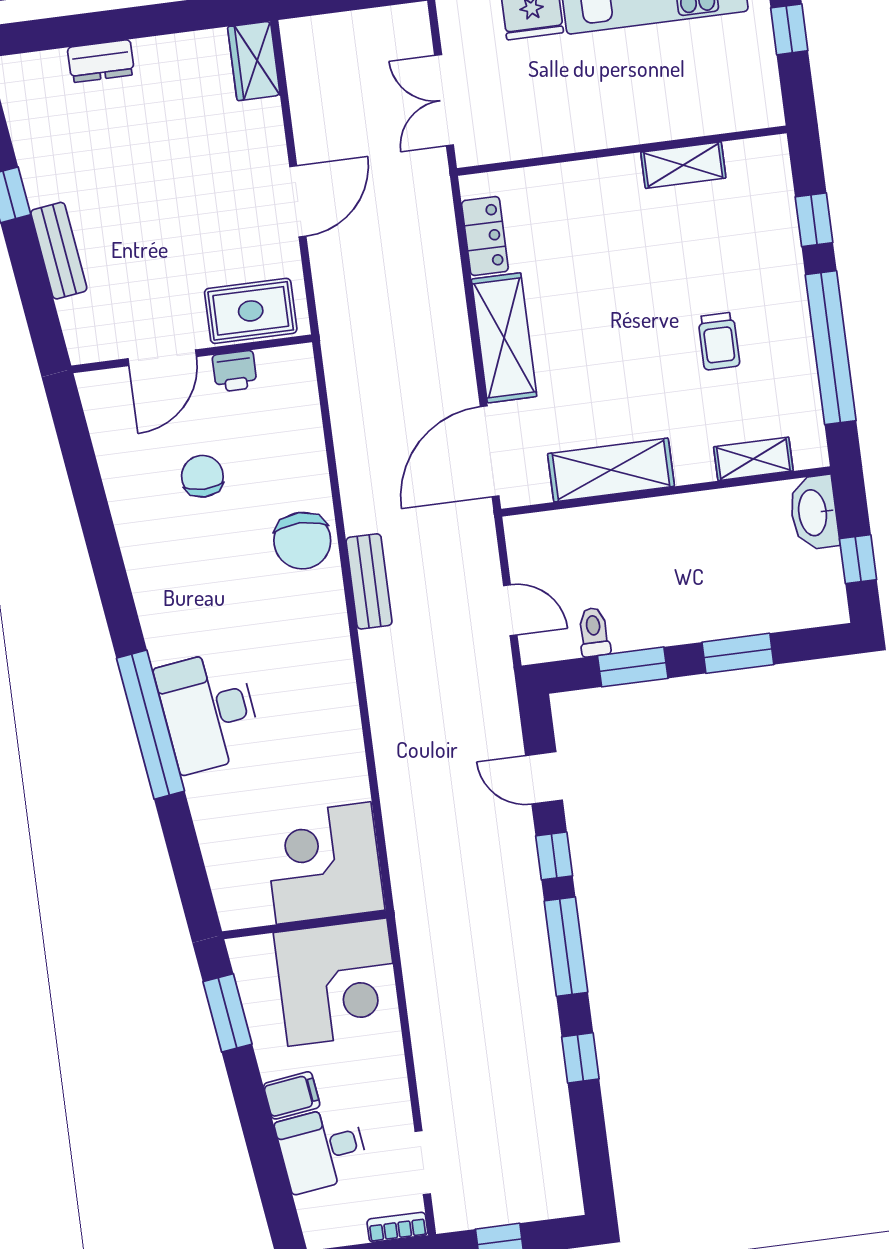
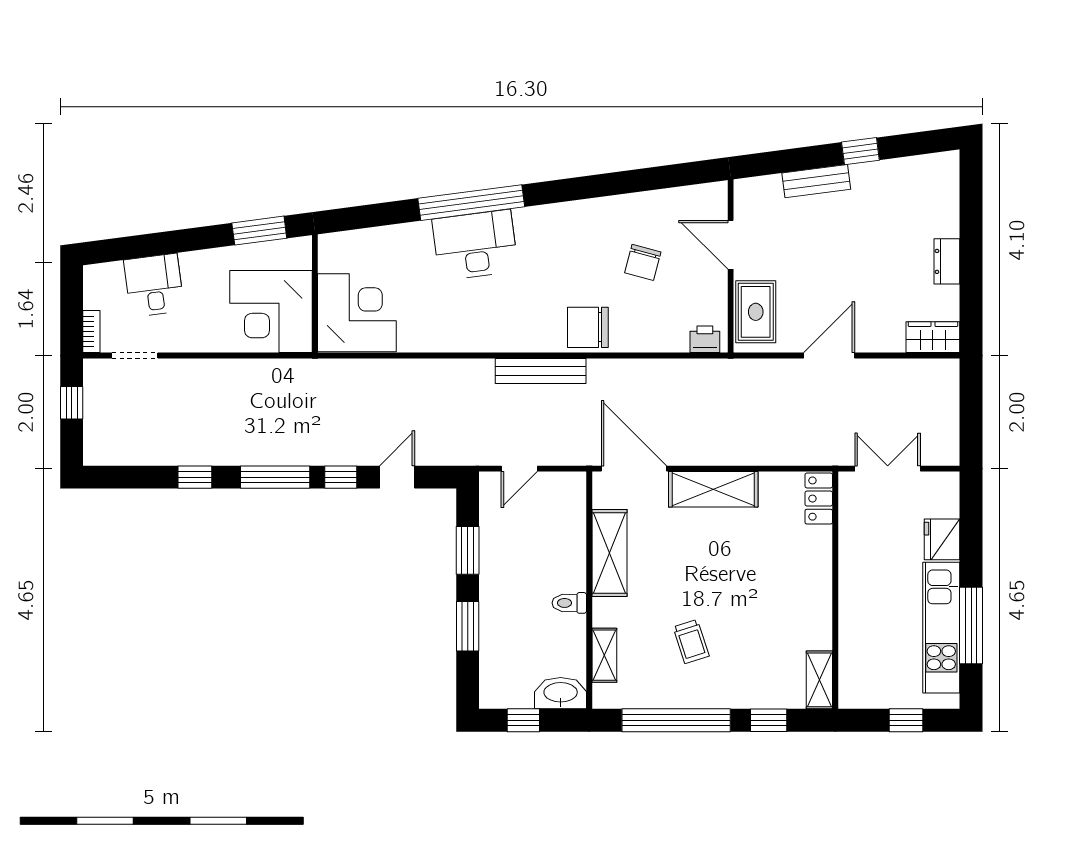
dresser: (101, 61) -> (947, 261), moved
shelving: (683, 165) -> (819, 680), moved
door: (298, 201) -> (829, 355), swing flipped
locker: (485, 236) -> (819, 499), moved, turned 90
trolley: (719, 341) -> (691, 642), turned -108
printer: (235, 371) -> (705, 339), moved, turned 90
chair: (202, 476) -> (643, 262), turned 105
bench: (369, 581) -> (541, 371), width x1.36
toilet: (594, 632) -> (569, 603), moved, turned 180
filing cabinet: (292, 1095) -> (195, 269), removed

